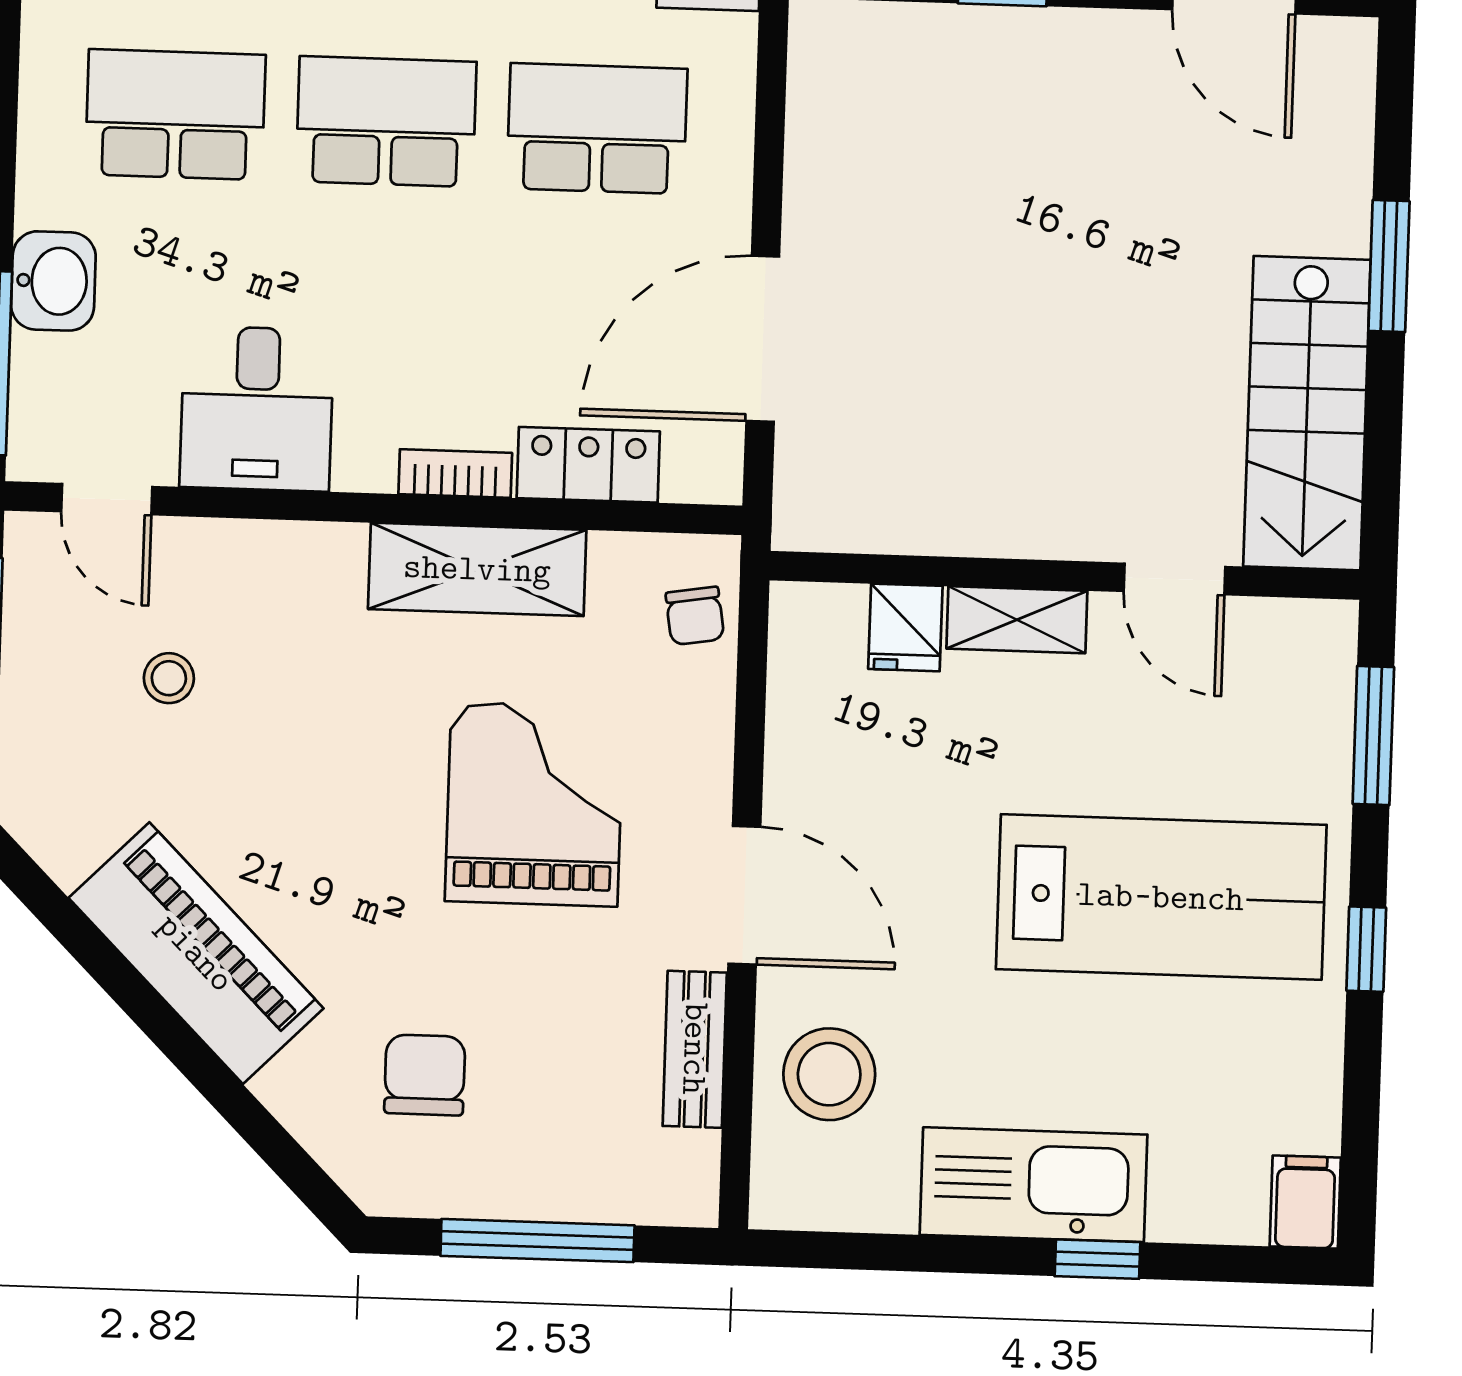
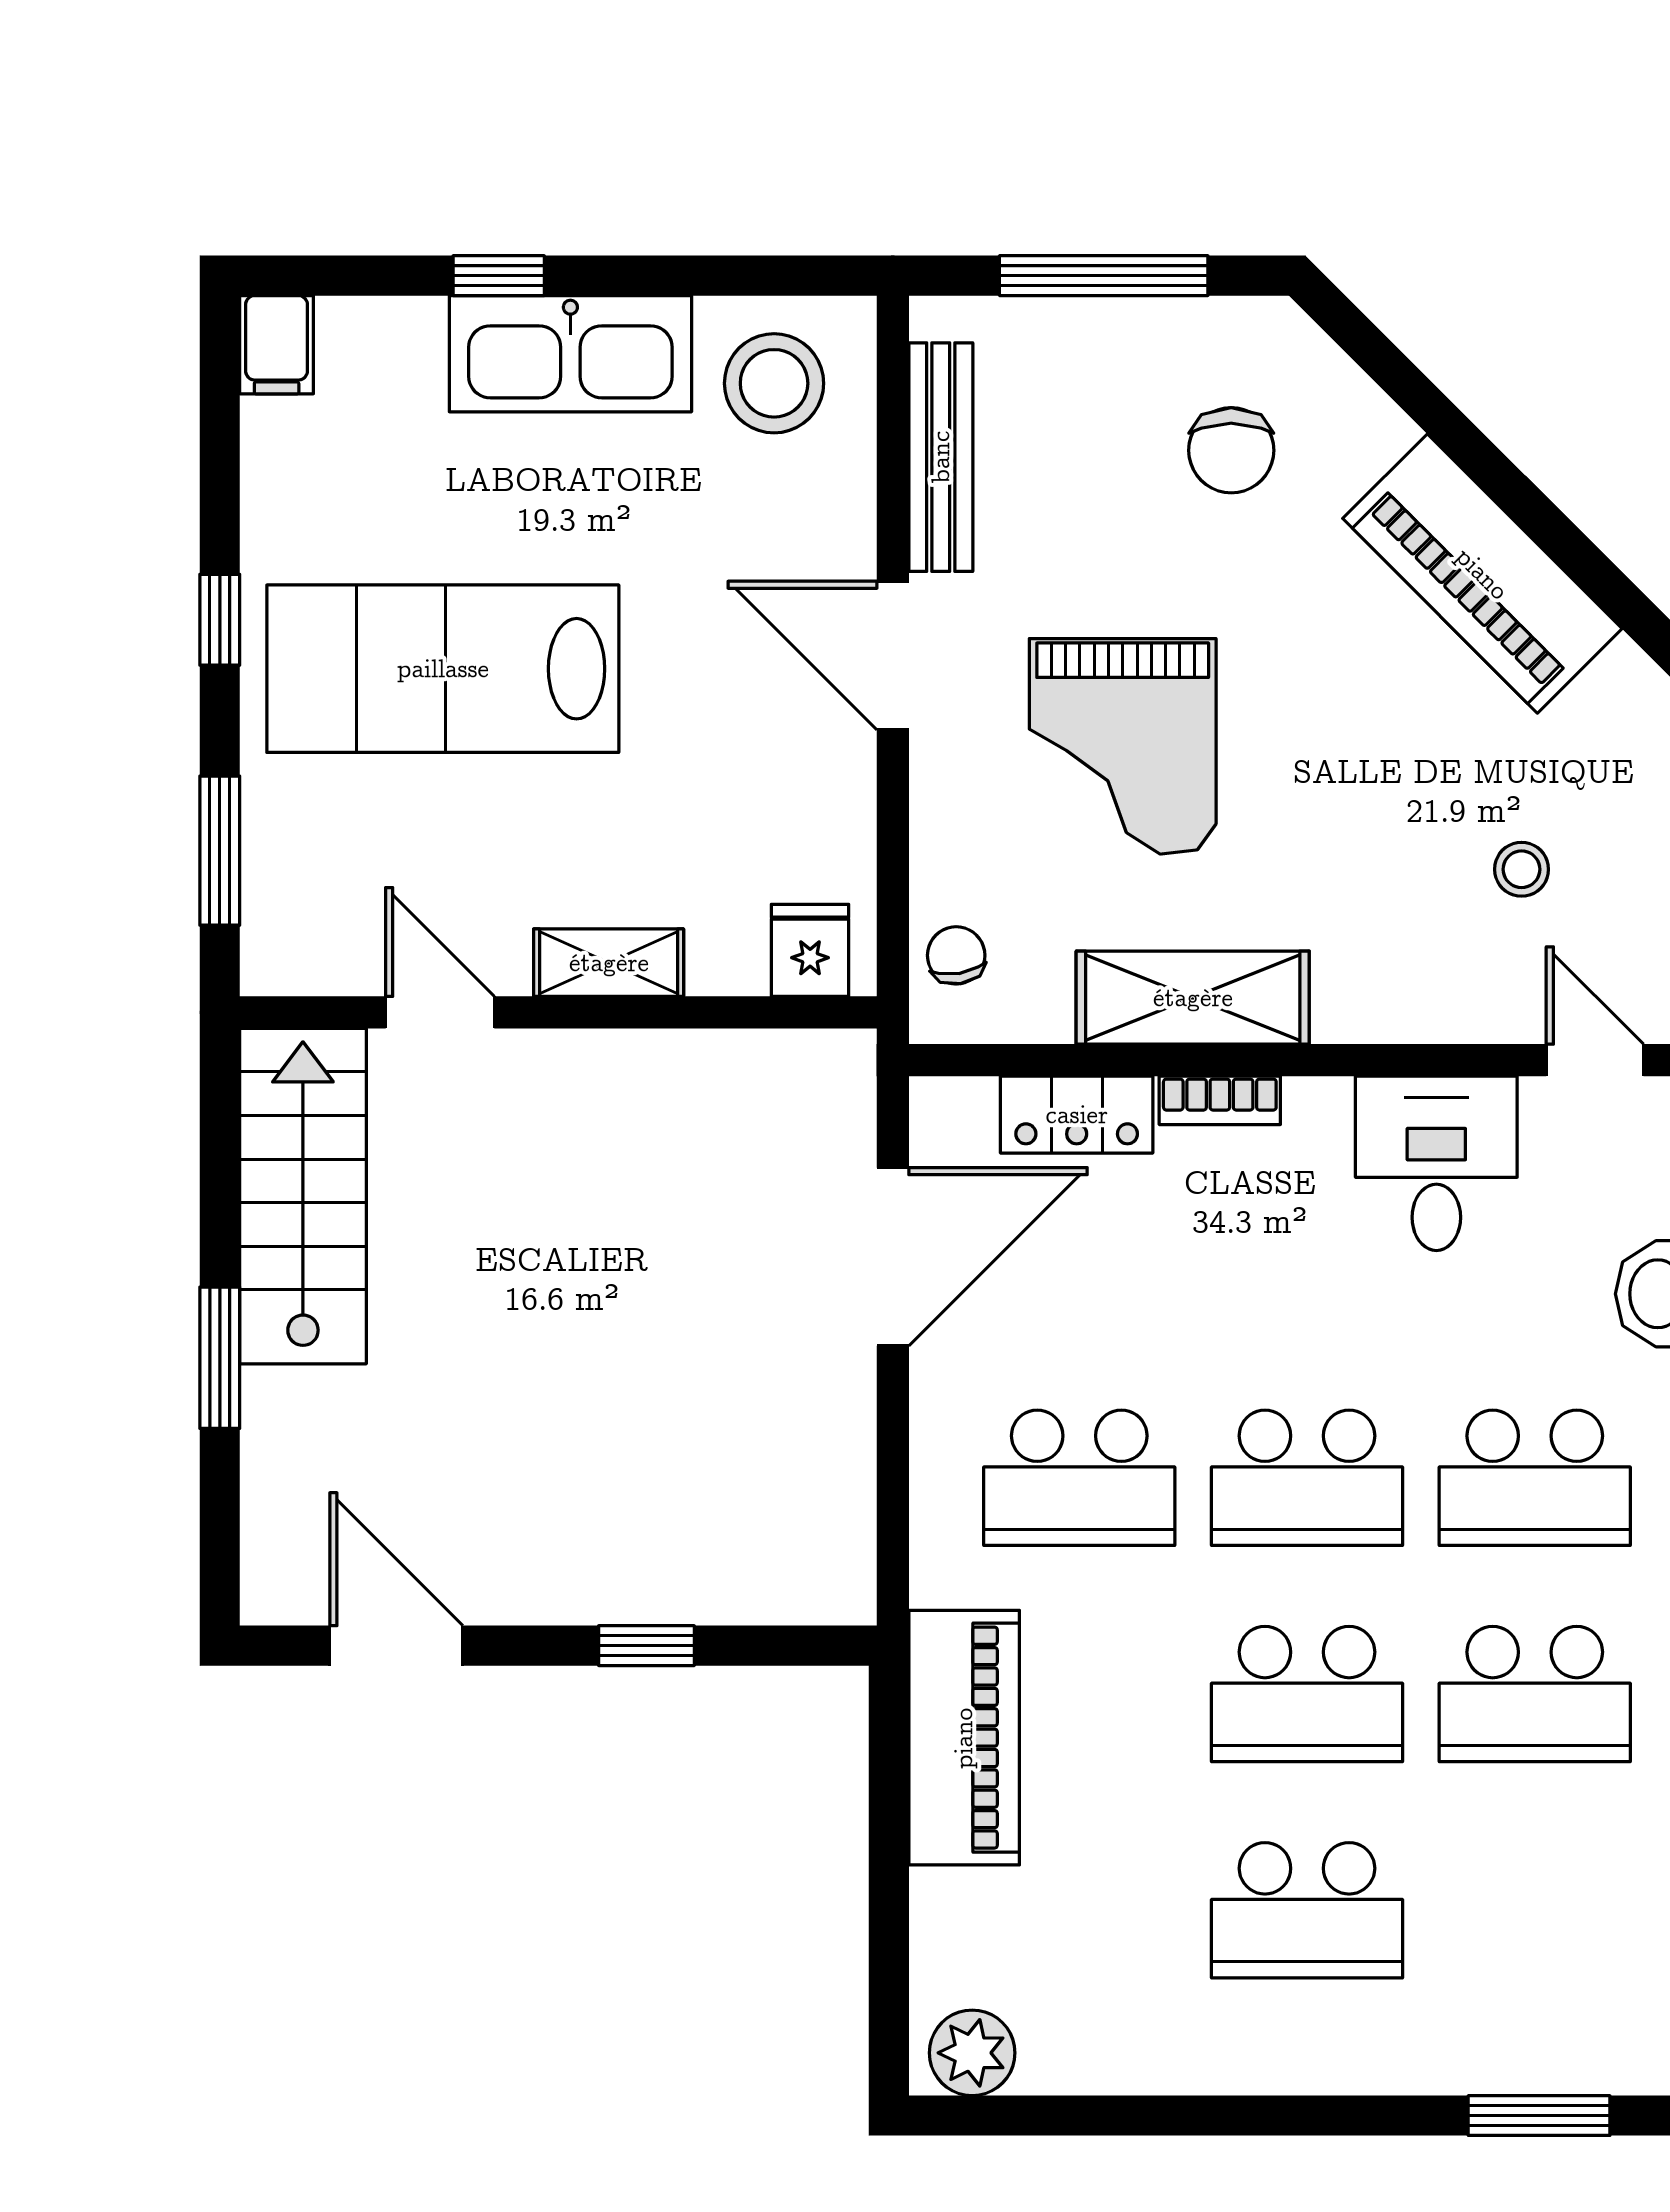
fridge: (905, 627) -> (810, 950), moved
bench: (695, 1049) -> (941, 457), width x1.36
stool: (829, 1074) -> (774, 383), moved

